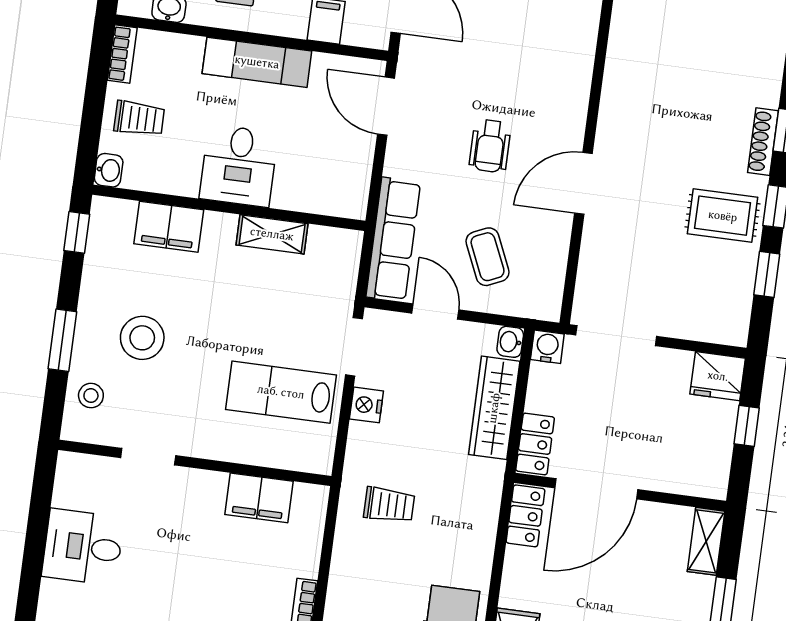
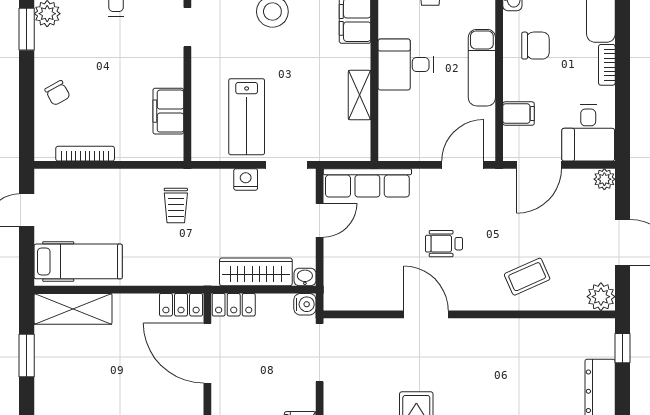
coffee table: (488, 257) -> (527, 277), moved
lab bench: (281, 392) -> (247, 117), turned 180

